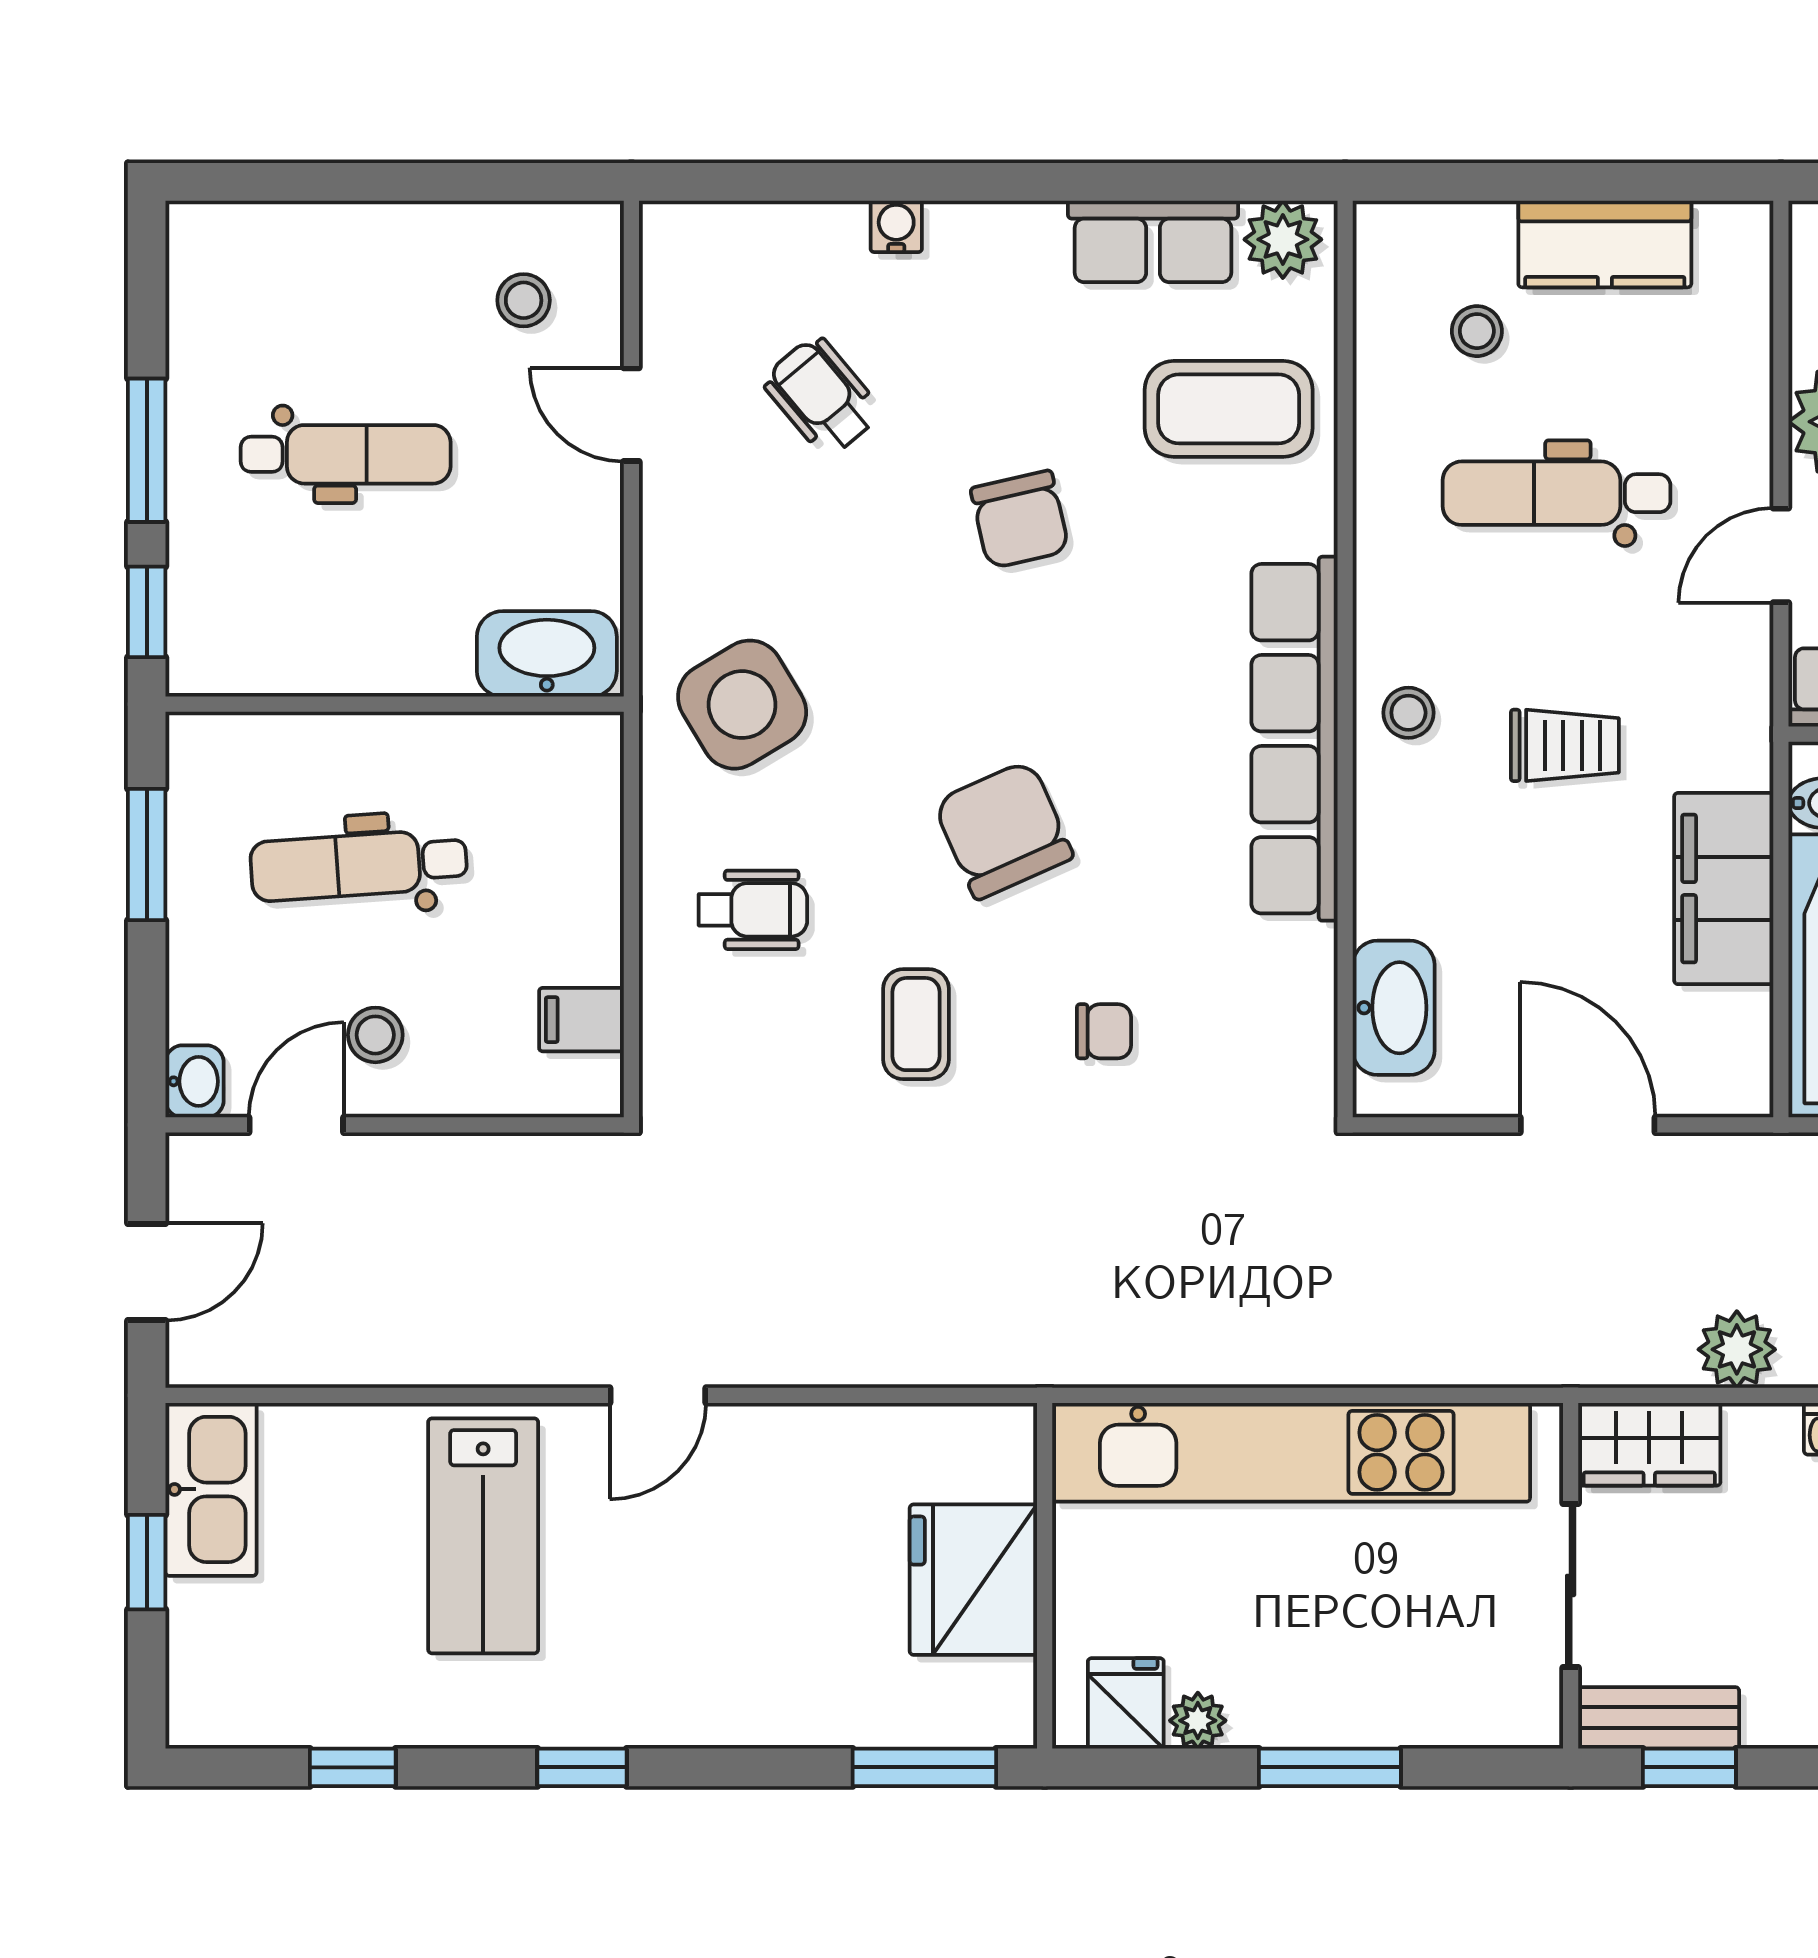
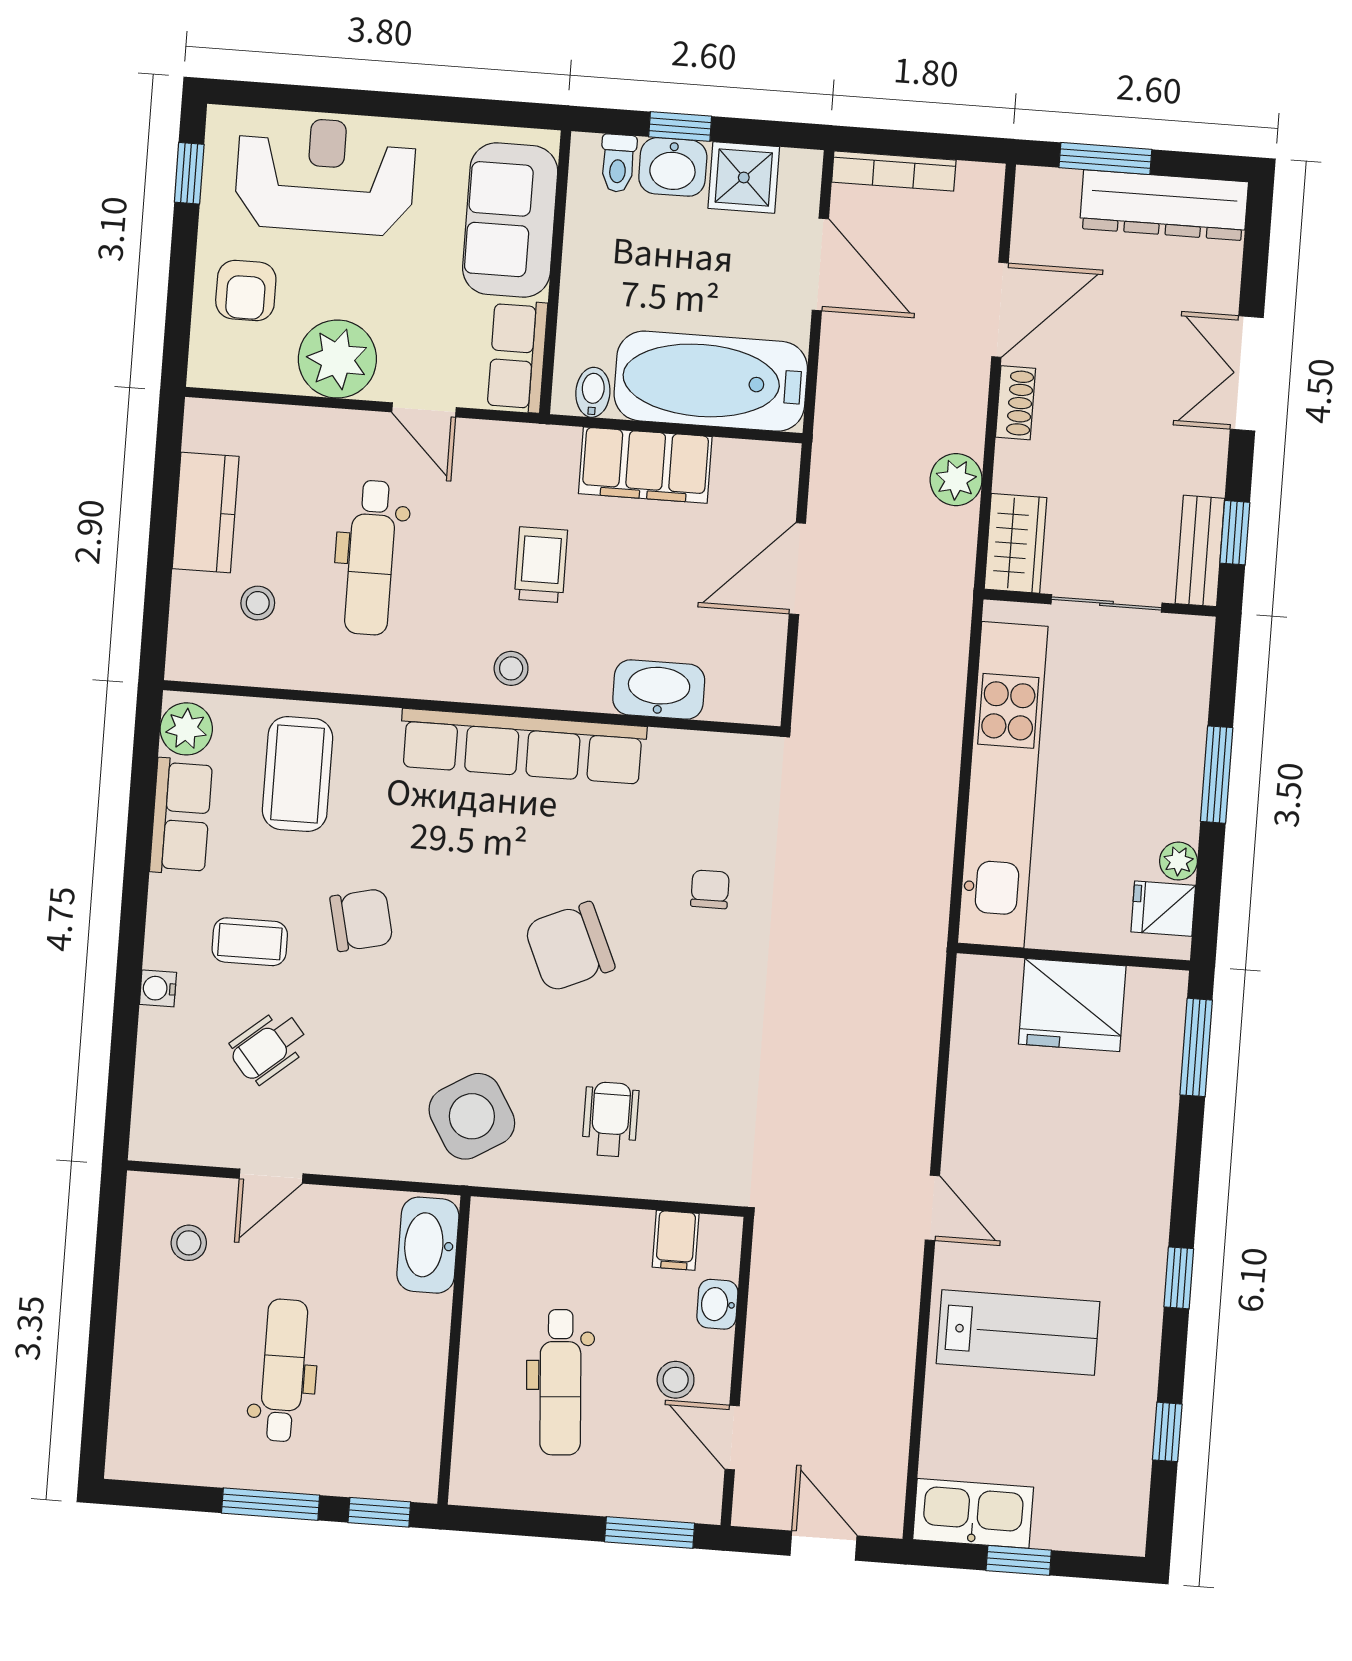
window: (147, 854) -> (650, 1533), moved
washbasin: (1394, 1008) -> (659, 689), moved
coffee table: (916, 1024) -> (250, 942), moved
washbasin: (195, 1081) -> (717, 1304), moved, turned -90

